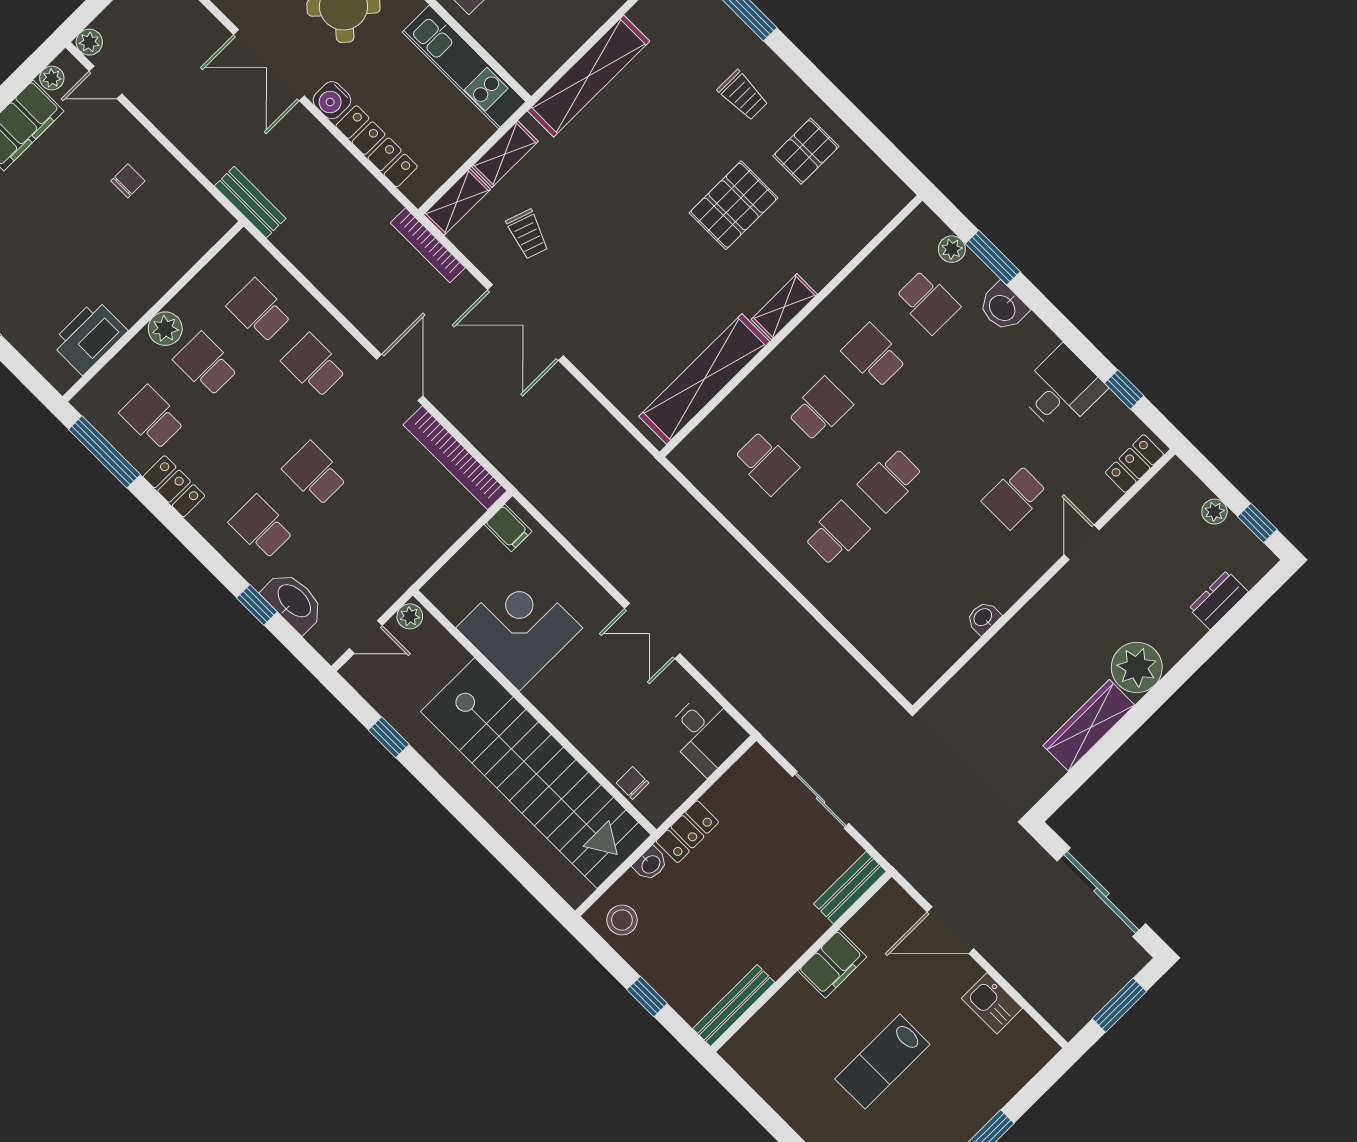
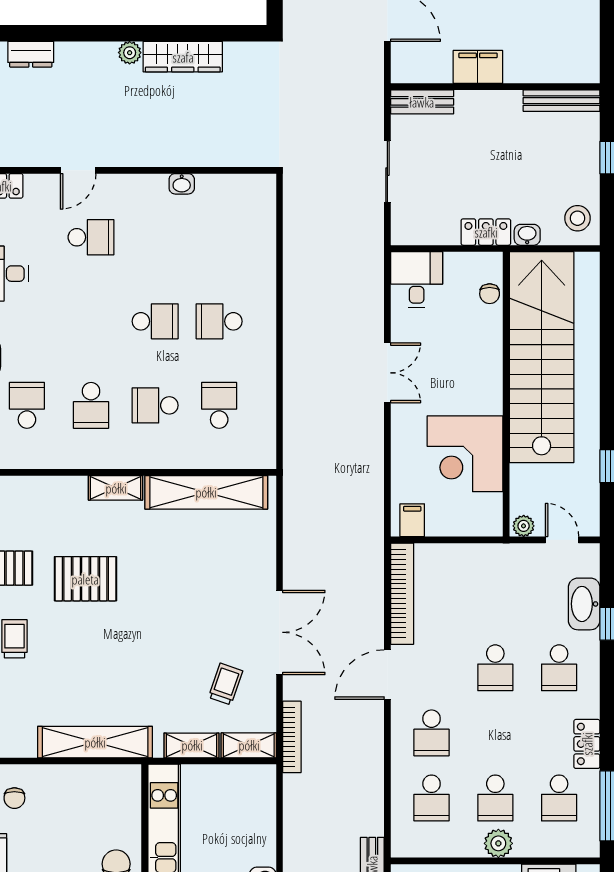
locker: (377, 146) -> (264, 826), removed
plant: (1137, 667) -> (130, 53), width x0.53, depth x0.53

